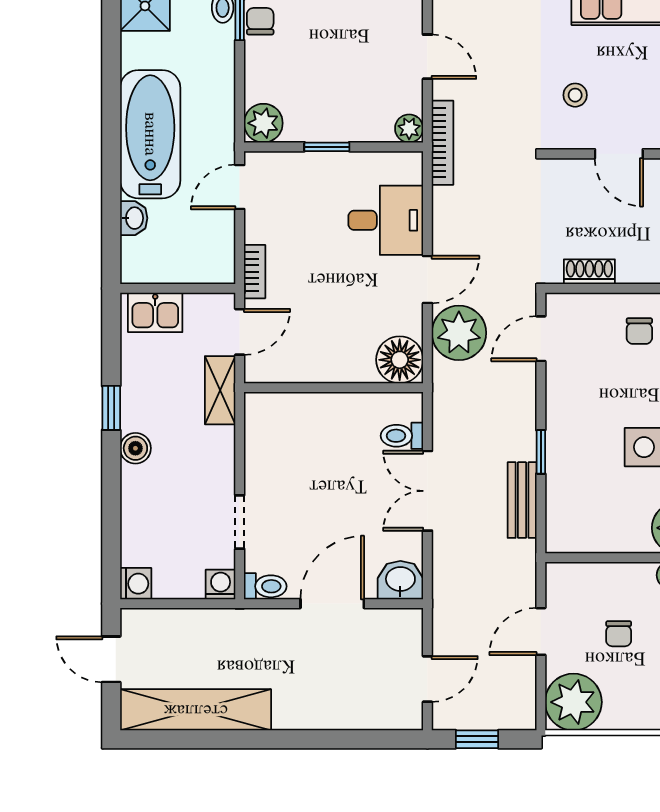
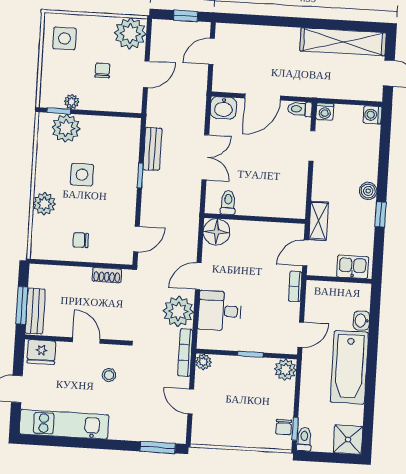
chair: (639, 331) -> (81, 240), turned -90
plant: (459, 333) -> (178, 311), moved
toilet: (402, 436) -> (228, 203), moved, turned -90

